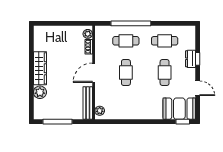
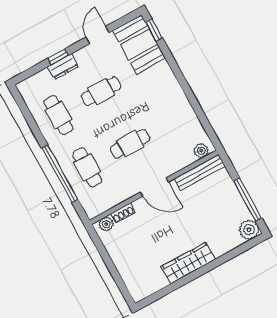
plant: (40, 92) -> (249, 230), moved

